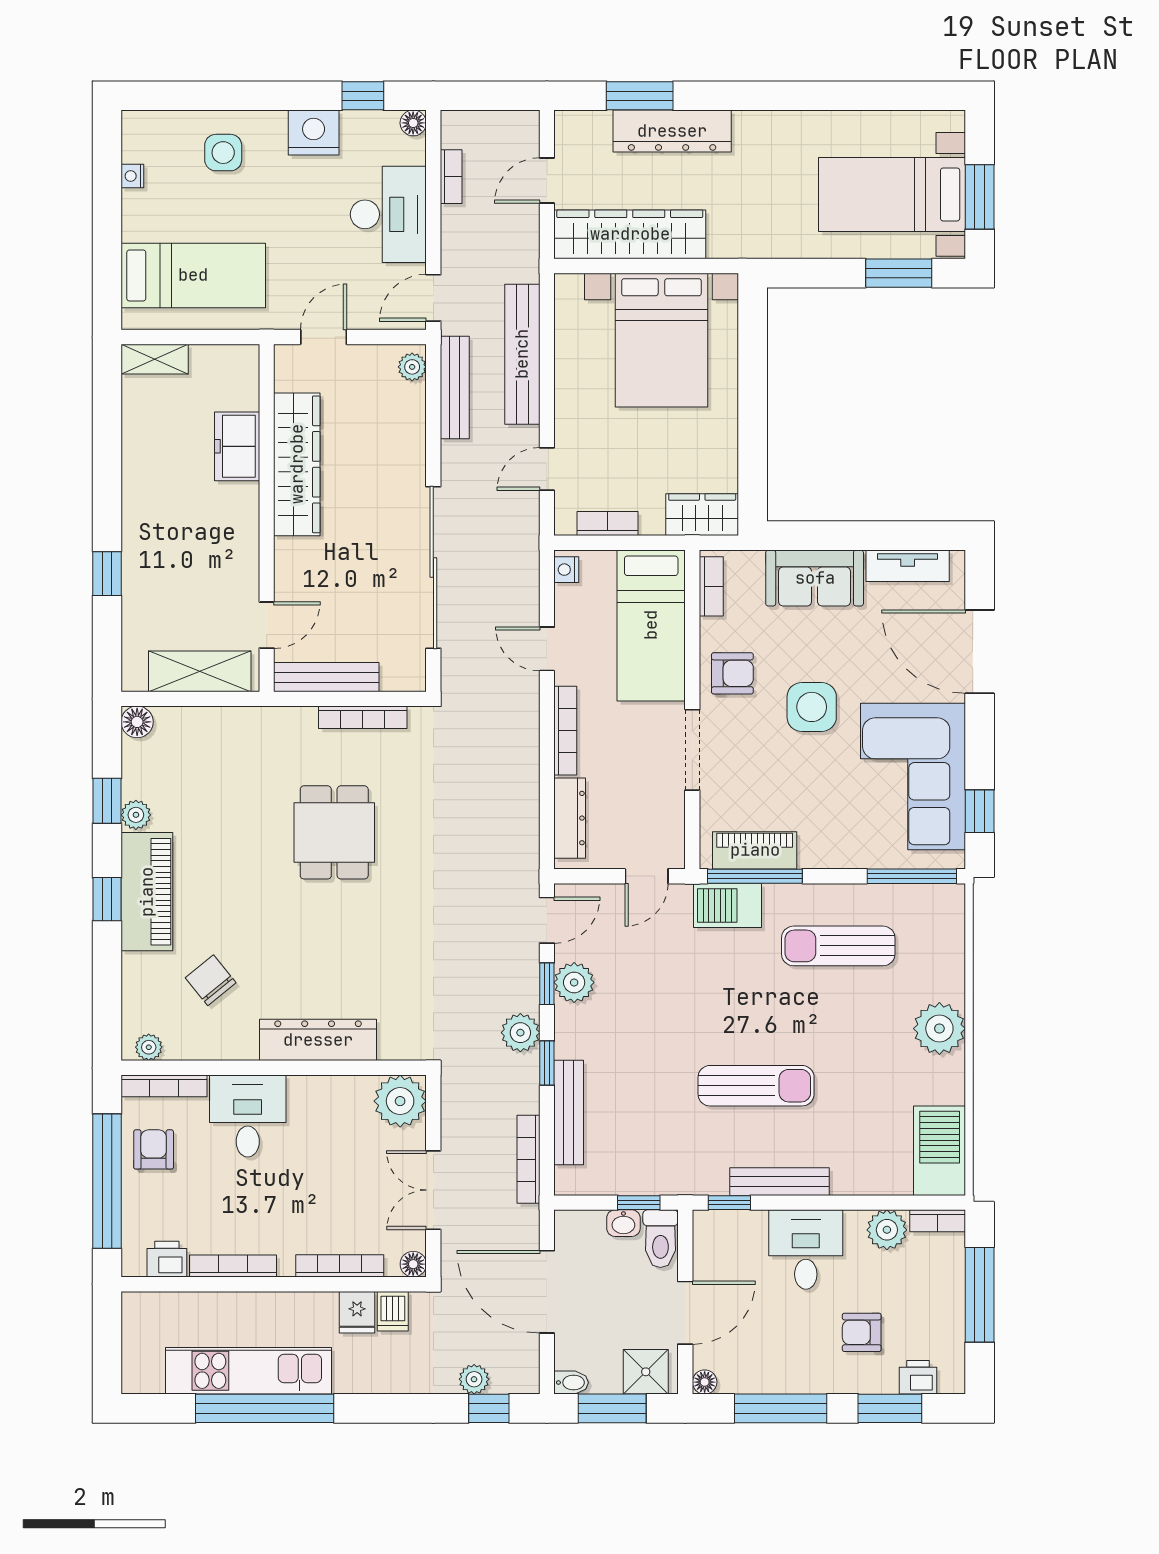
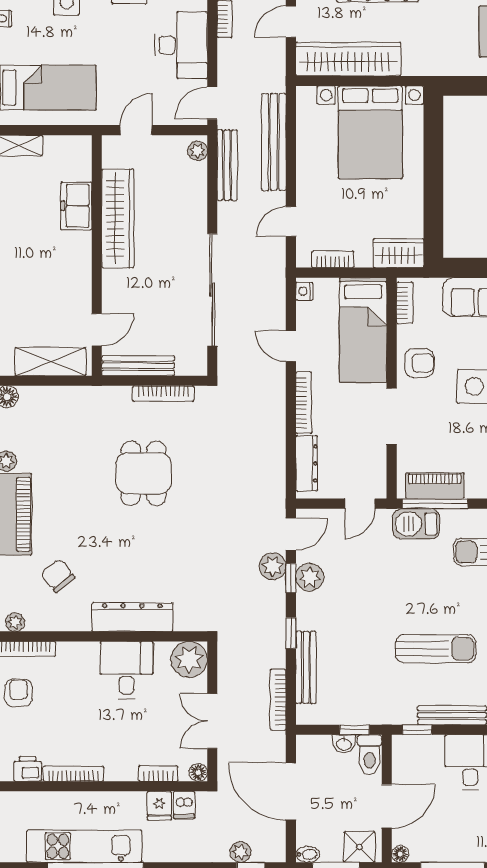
plant: (520, 1033) -> (273, 566), moved
desk: (248, 1116) -> (127, 670), moved
bookcase: (340, 1266) -> (158, 774), width x0.64

